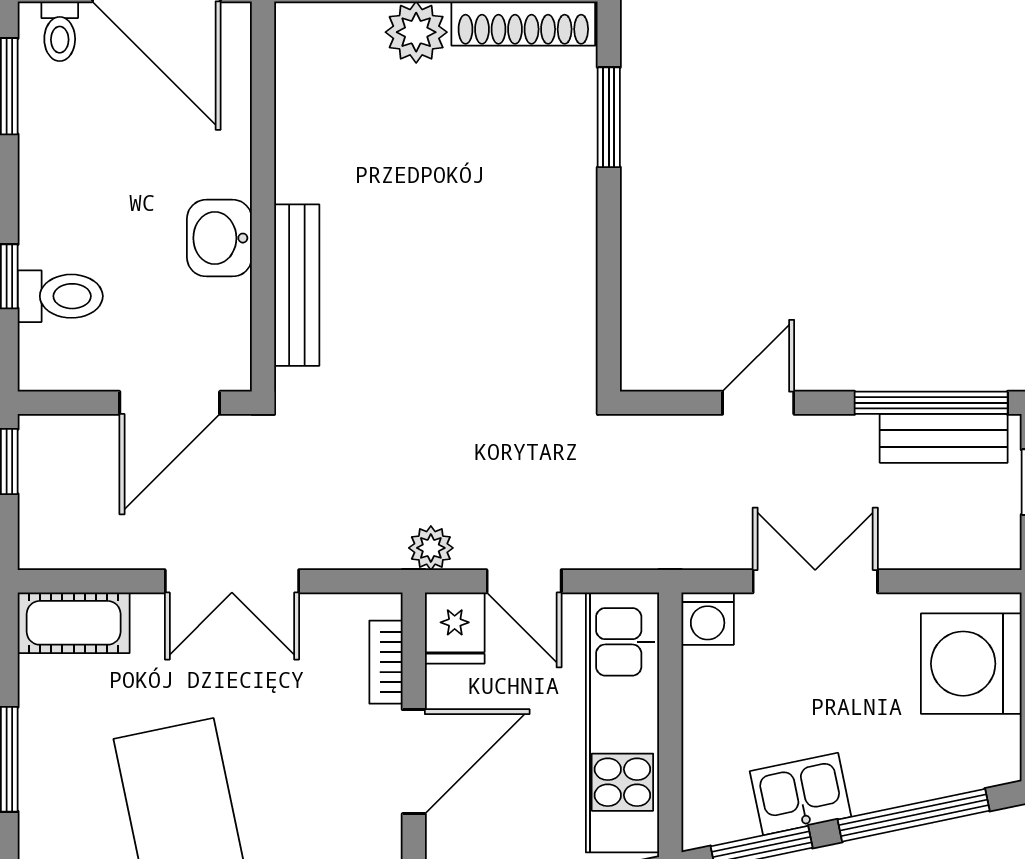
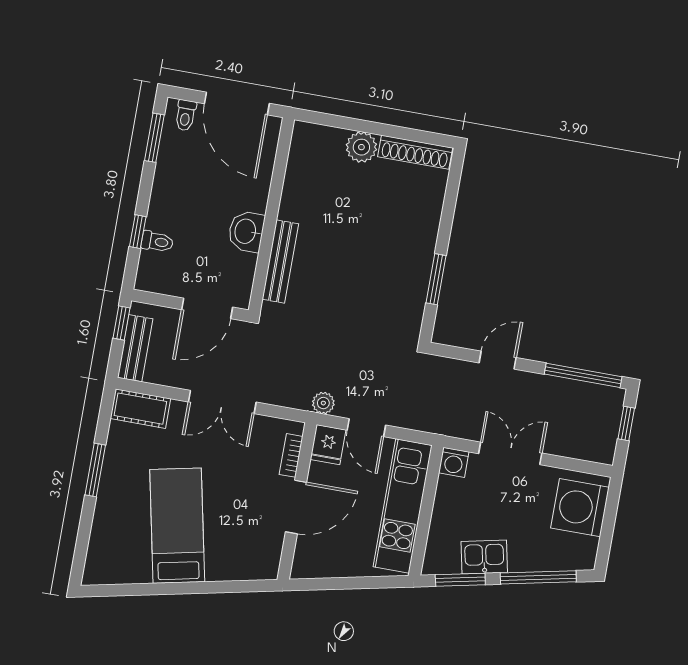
window: (609, 117) -> (436, 279), moved
toilet: (60, 296) -> (157, 242), width x0.73, depth x0.72
bench: (944, 438) -> (135, 348), moved, turned 90

